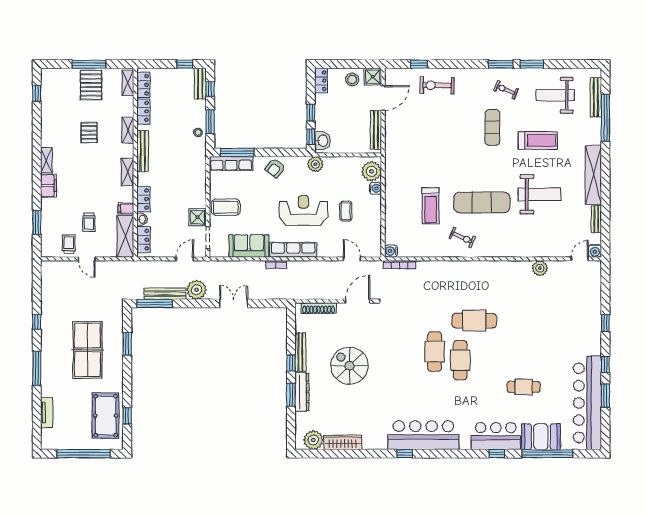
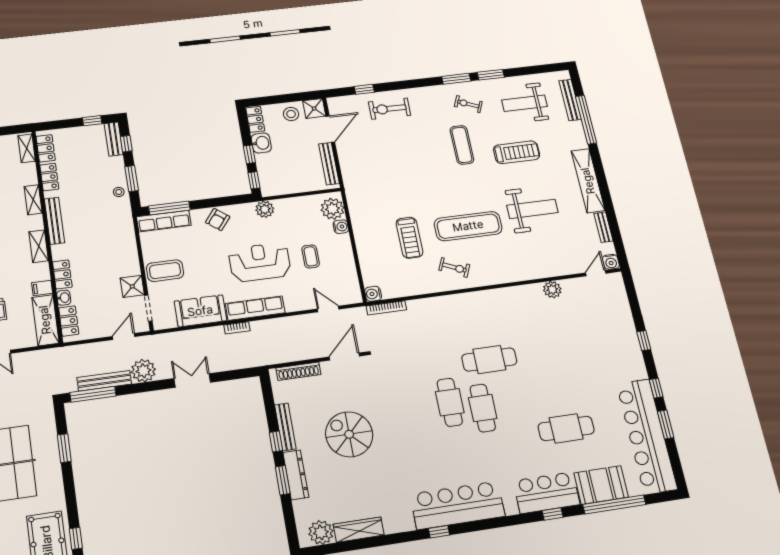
washbasin: (322, 141) -> (261, 143), moved
cafe table: (524, 387) -> (566, 428), width x1.37, depth x1.35

